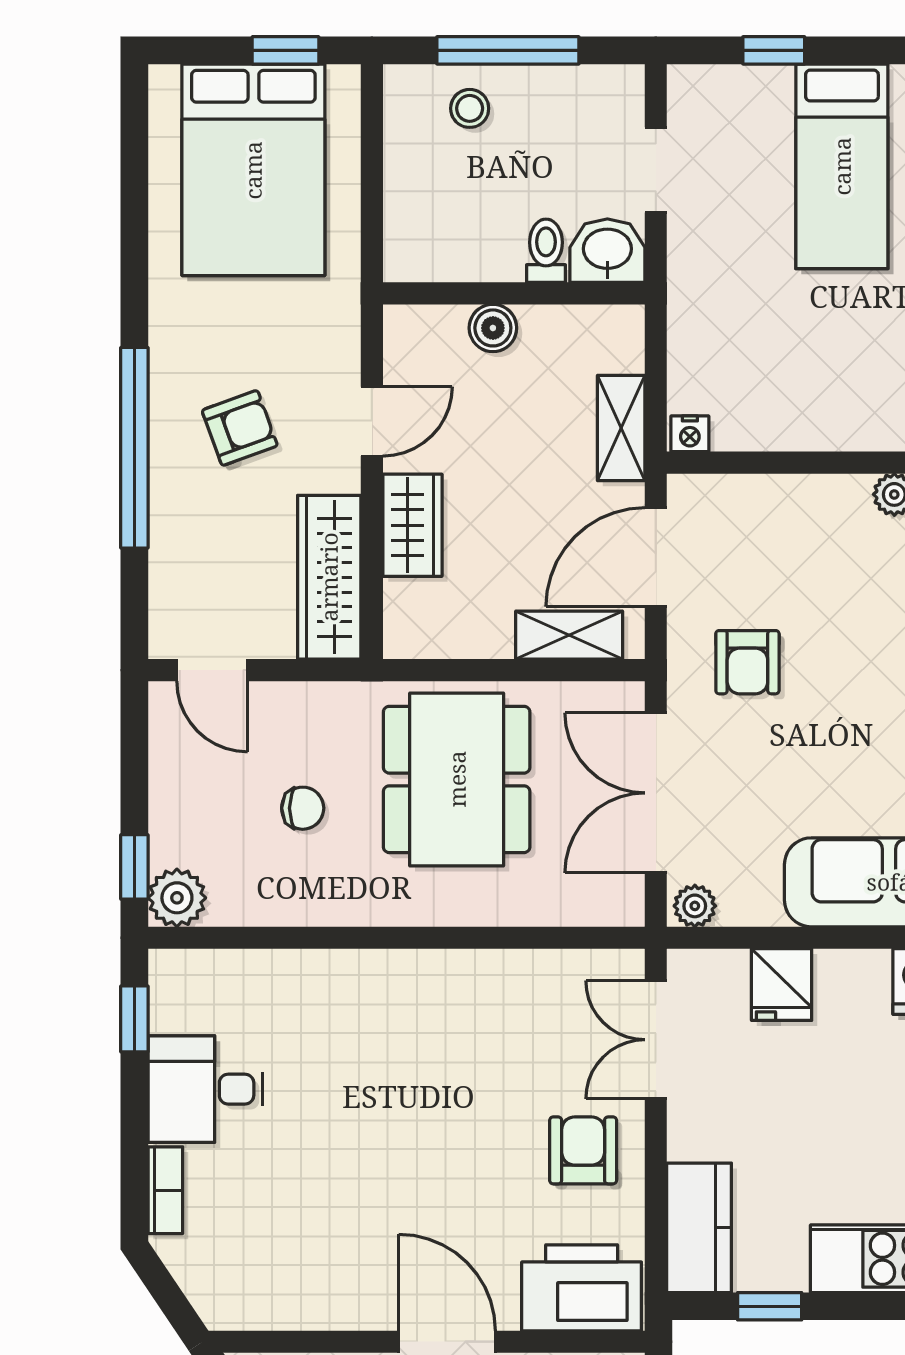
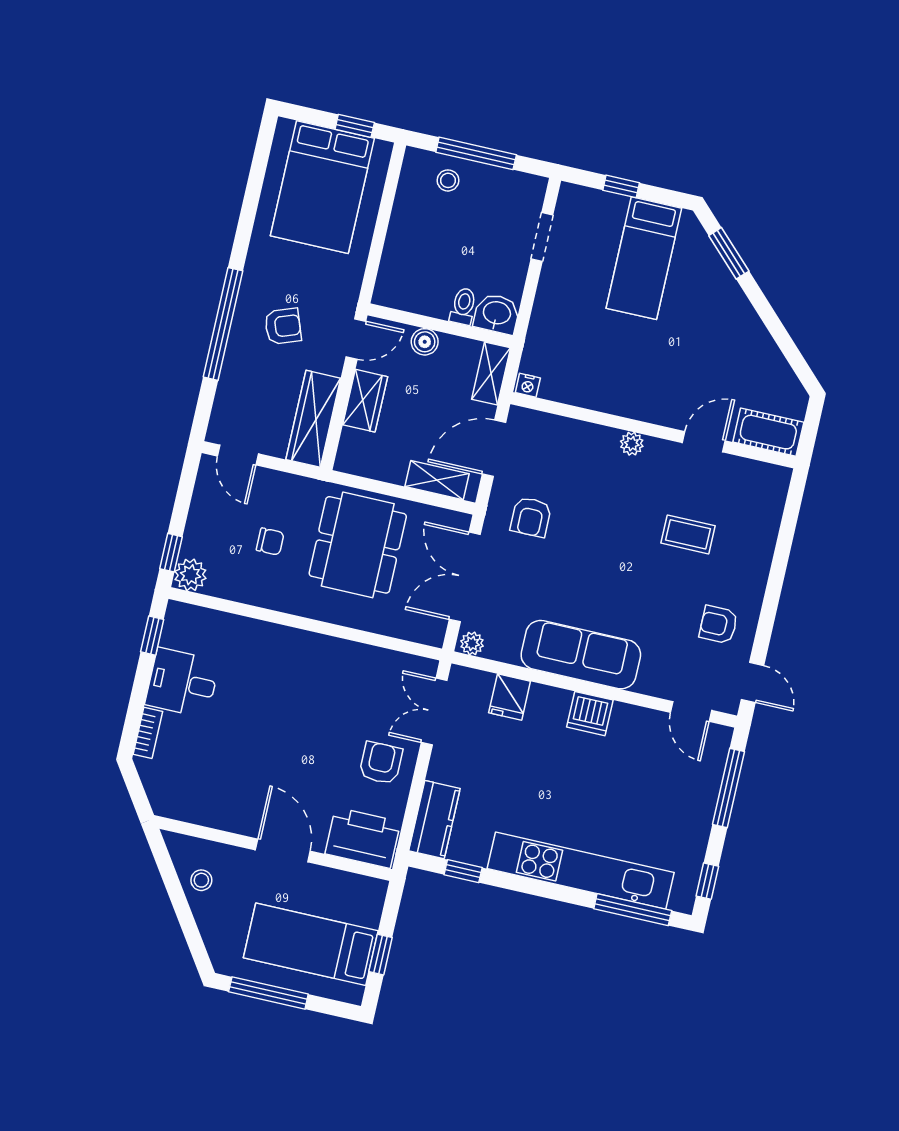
toilet: (546, 251) -> (463, 306), moved
washbasin: (607, 251) -> (497, 314), moved
wall: (514, 293) -> (440, 326), moved
boiler: (493, 328) -> (425, 342), moved

